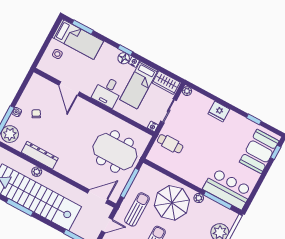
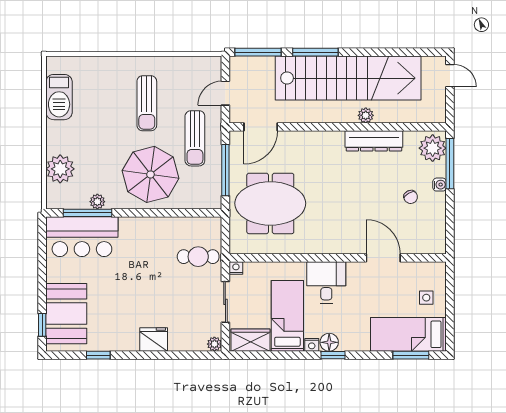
plant: (199, 198) -> (97, 202), moved
window: (20, 207) -> (315, 52), moved

